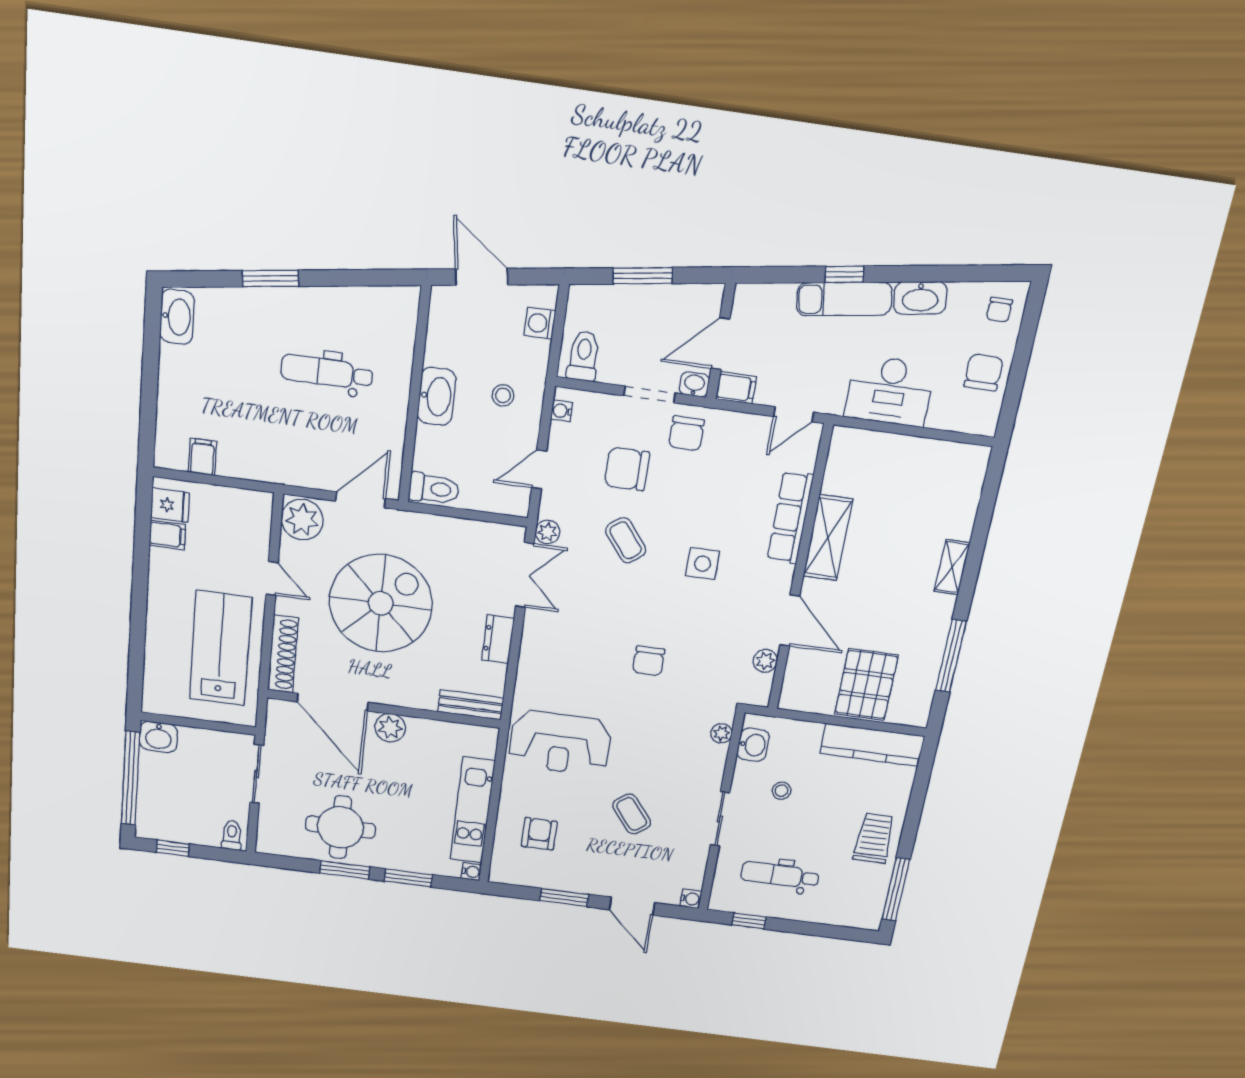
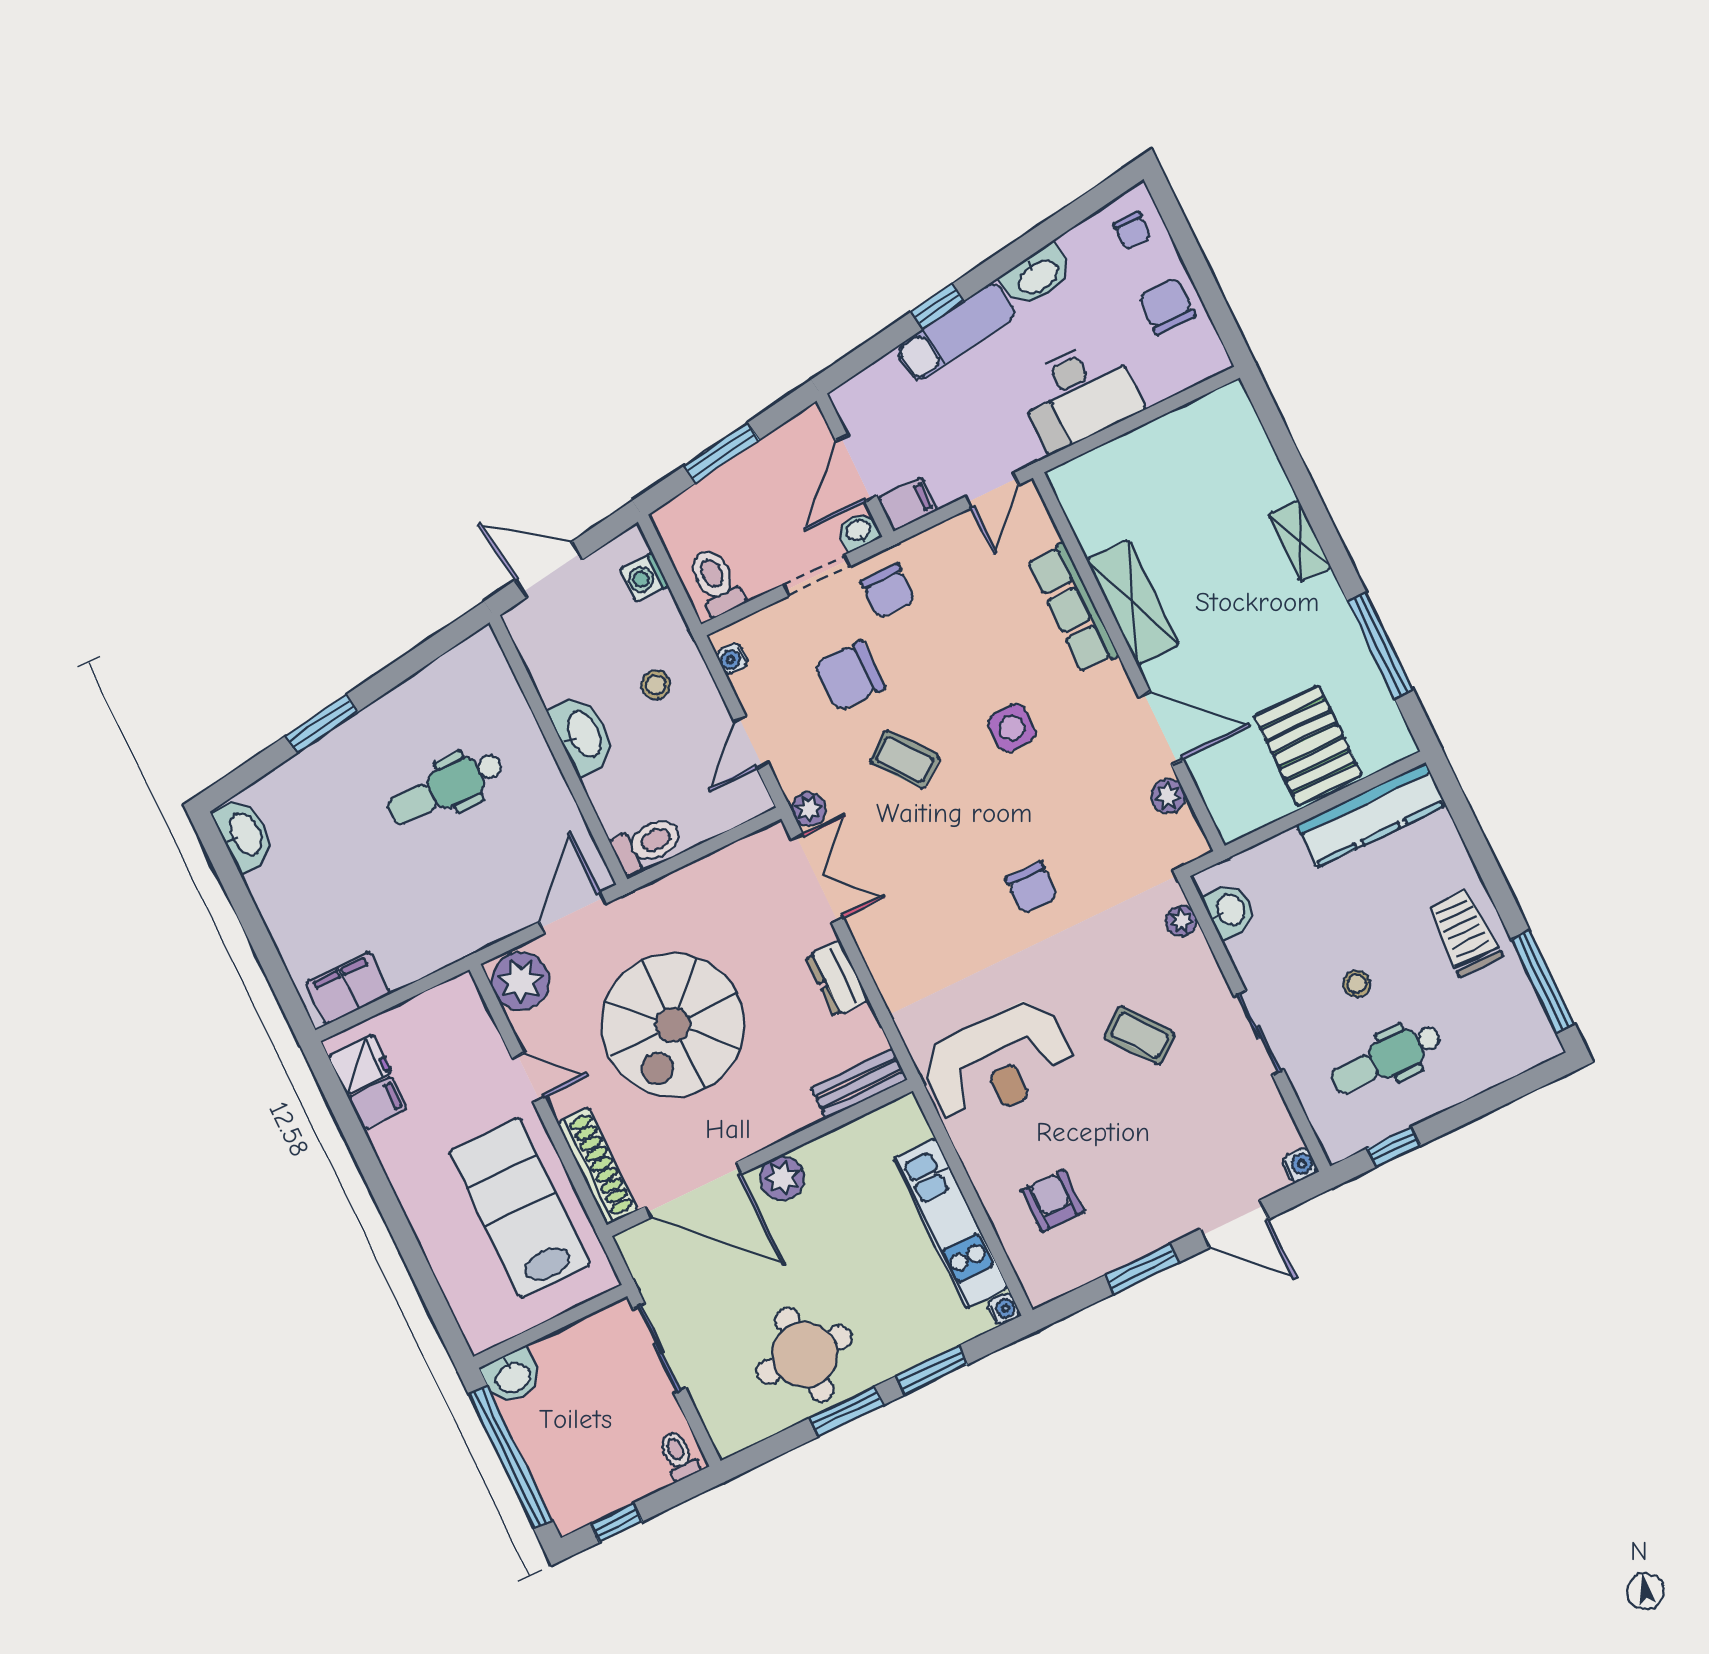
filing cabinet: (202, 457) -> (348, 988), width x2.00
spiral stairs: (381, 603) -> (673, 1025), turned 180
stool: (781, 791) -> (1357, 984), moved
coffee table: (632, 814) -> (1140, 1035), moved

